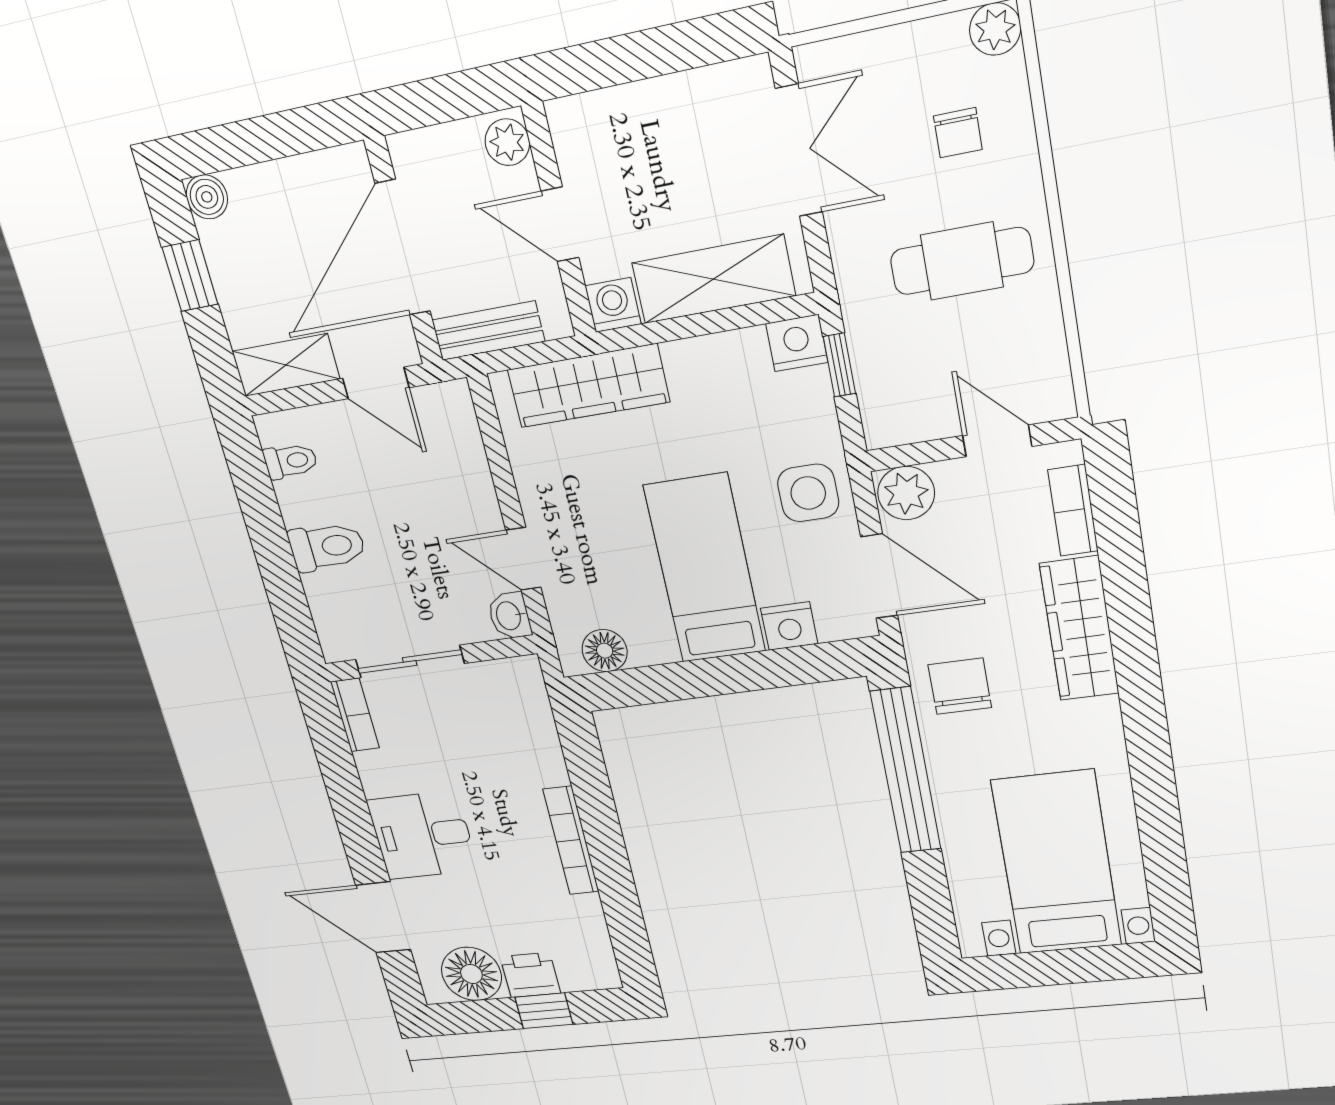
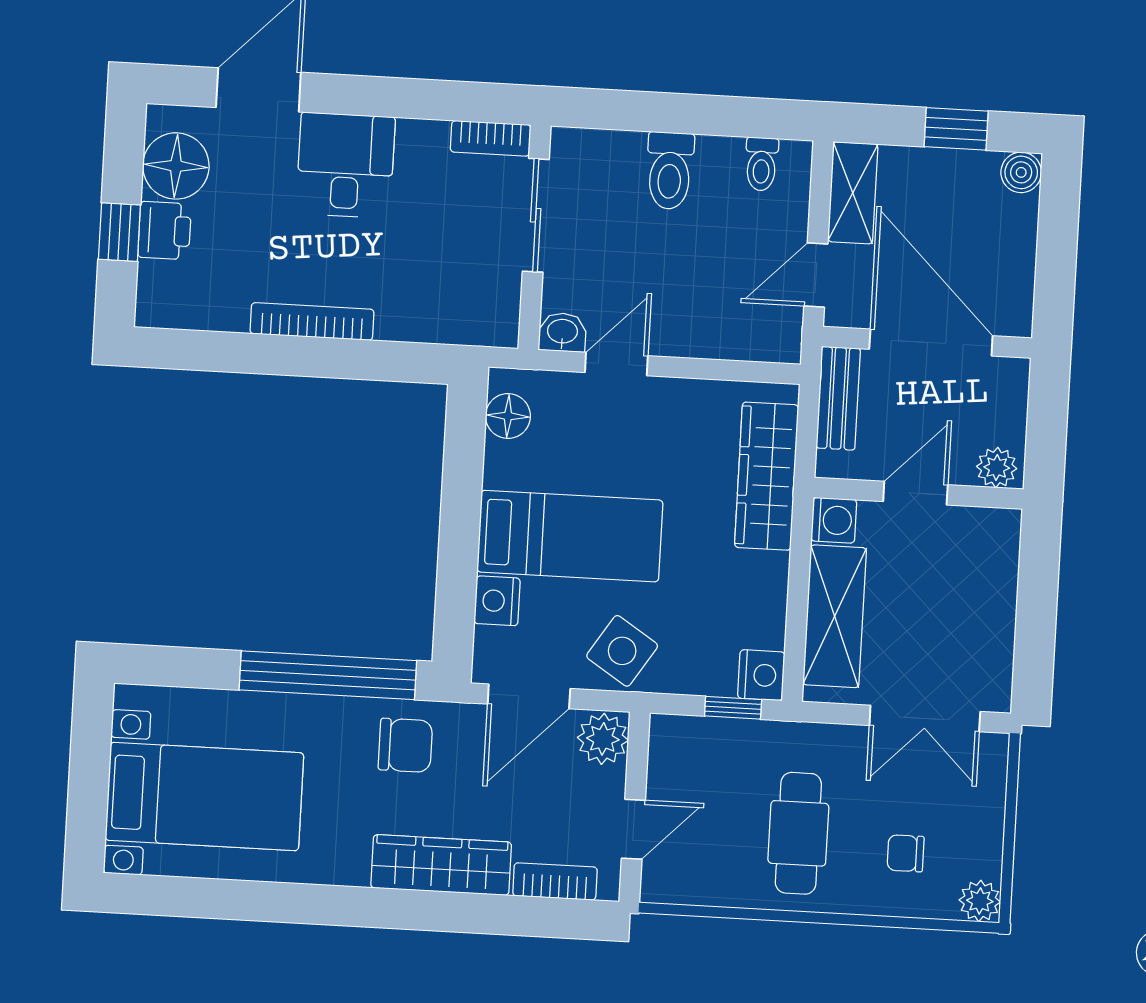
side table: (808, 493) -> (622, 651), turned 33

